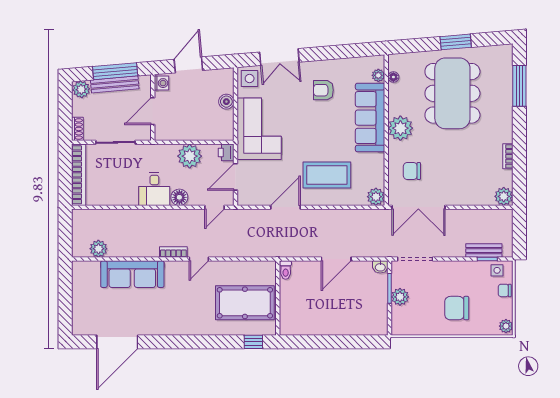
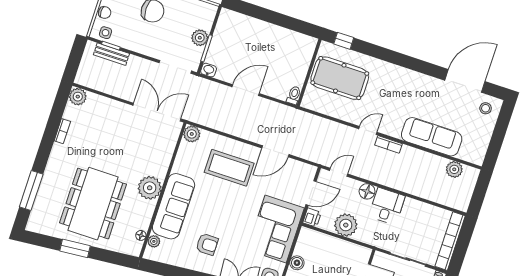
chair: (412, 171) -> (152, 146), removed
stool: (87, 321) -> (486, 108), added

